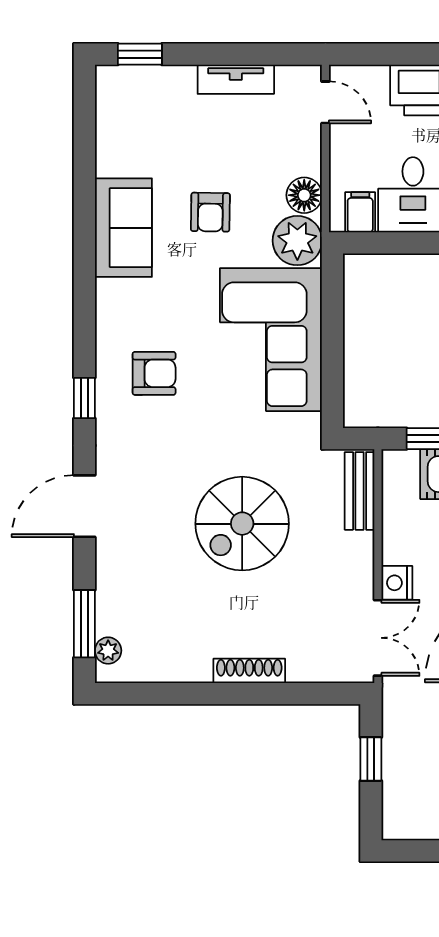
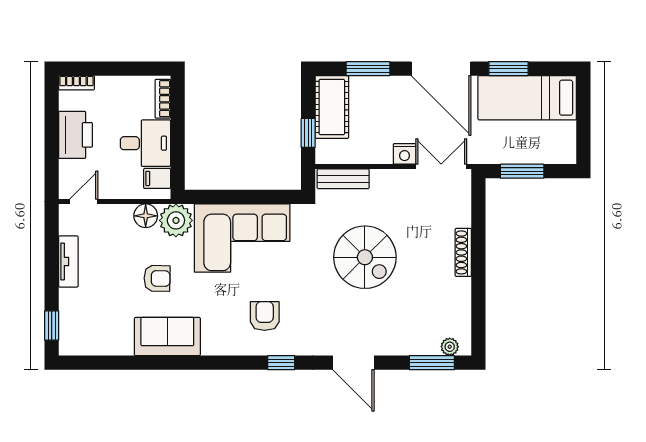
window: (371, 759) -> (522, 171), width x1.50

